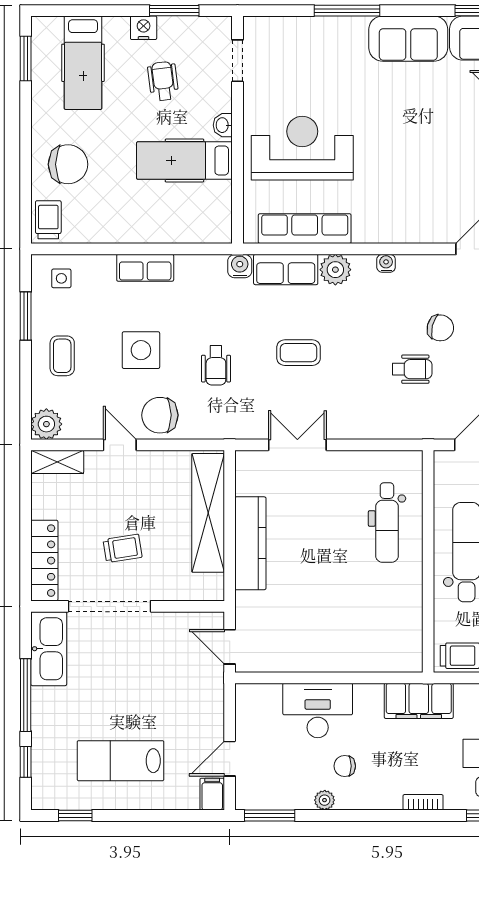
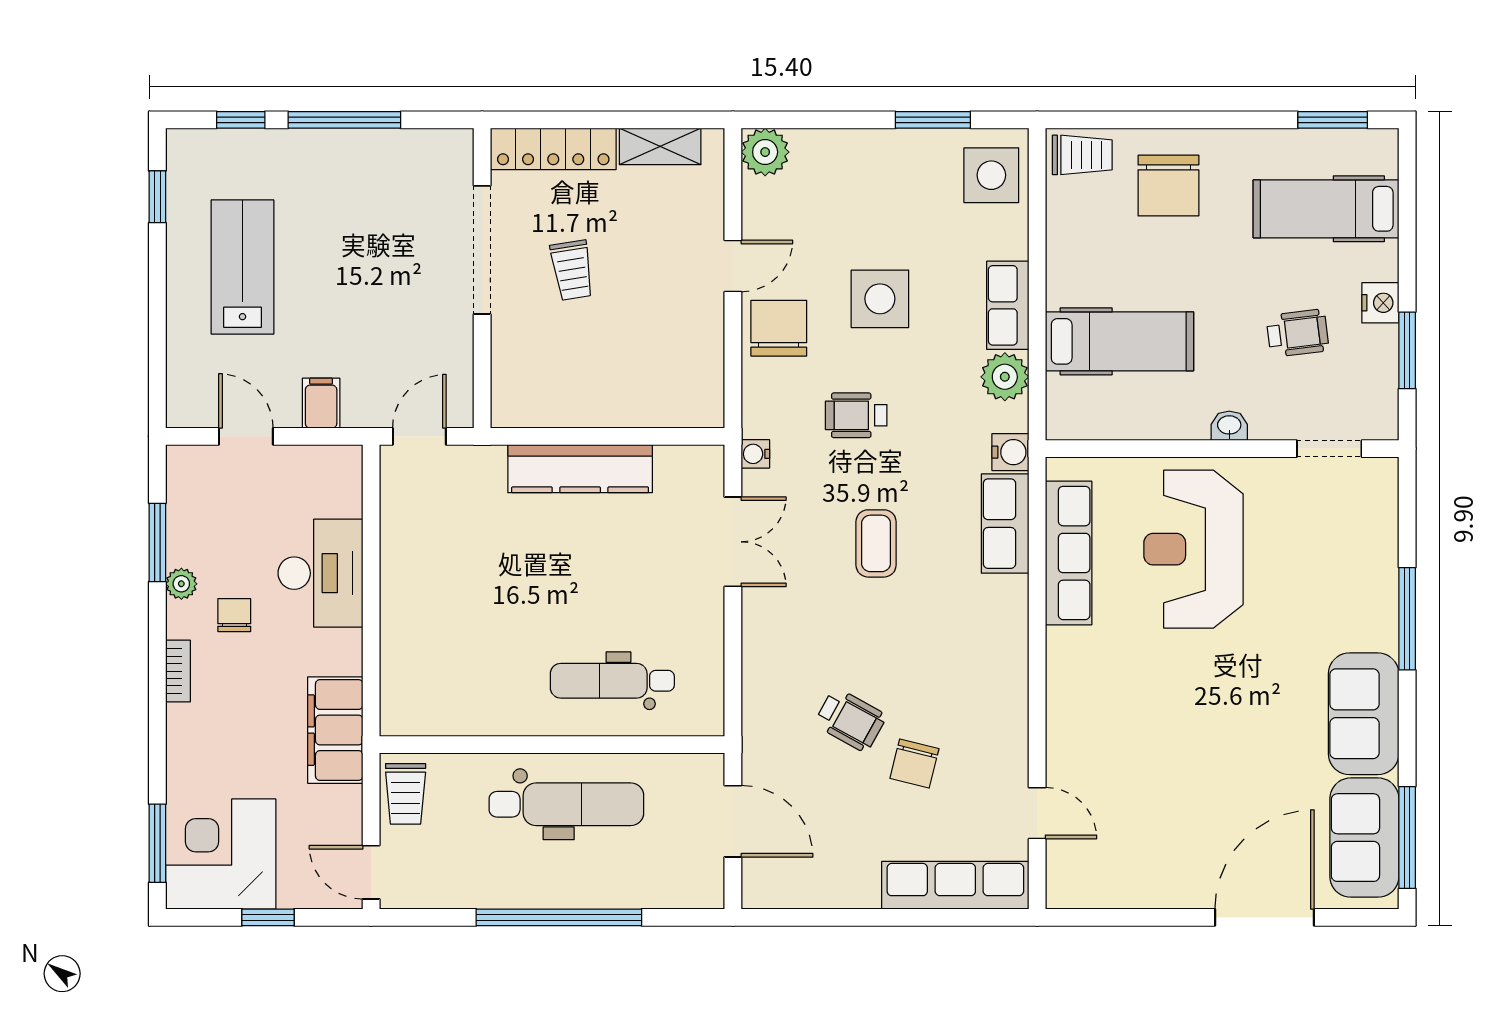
reception desk: (302, 148) -> (1194, 549), turned 180
hospital bed: (184, 161) -> (1119, 341), moved, turned 90
water cooler: (386, 263) -> (755, 454), moved, turned 180
plant: (335, 270) -> (1005, 377), moved
side table: (61, 278) -> (991, 175), width x1.87, depth x1.87
coffee table: (62, 356) -> (871, 177), removed
wheelchair: (412, 369) -> (850, 720), turned -61
shelving: (57, 462) -> (660, 146), moved, turned 90
shelving: (208, 513) -> (627, 403), removed
kitchen sink: (49, 649) -> (416, 156), removed
filing cabinet: (212, 794) -> (321, 403), moved, turned -90
bookcase: (423, 802) -> (178, 671), moved
window: (270, 816) -> (157, 542), moved

